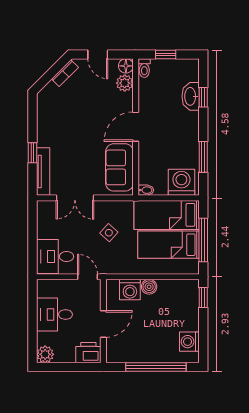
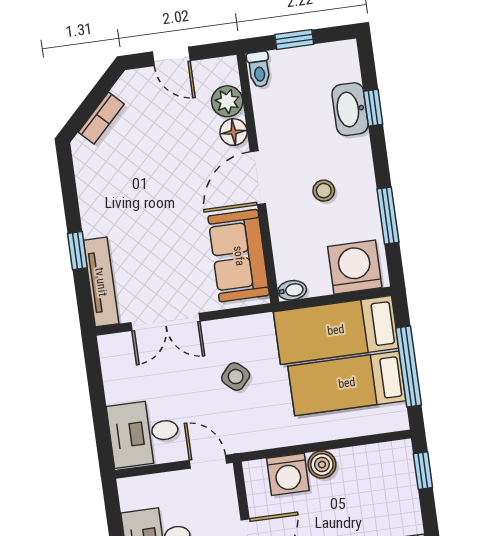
floor lamp: (126, 66) -> (234, 132), moved
bookcase: (65, 73) -> (101, 118), moved
stool: (170, 139) -> (324, 191), added

